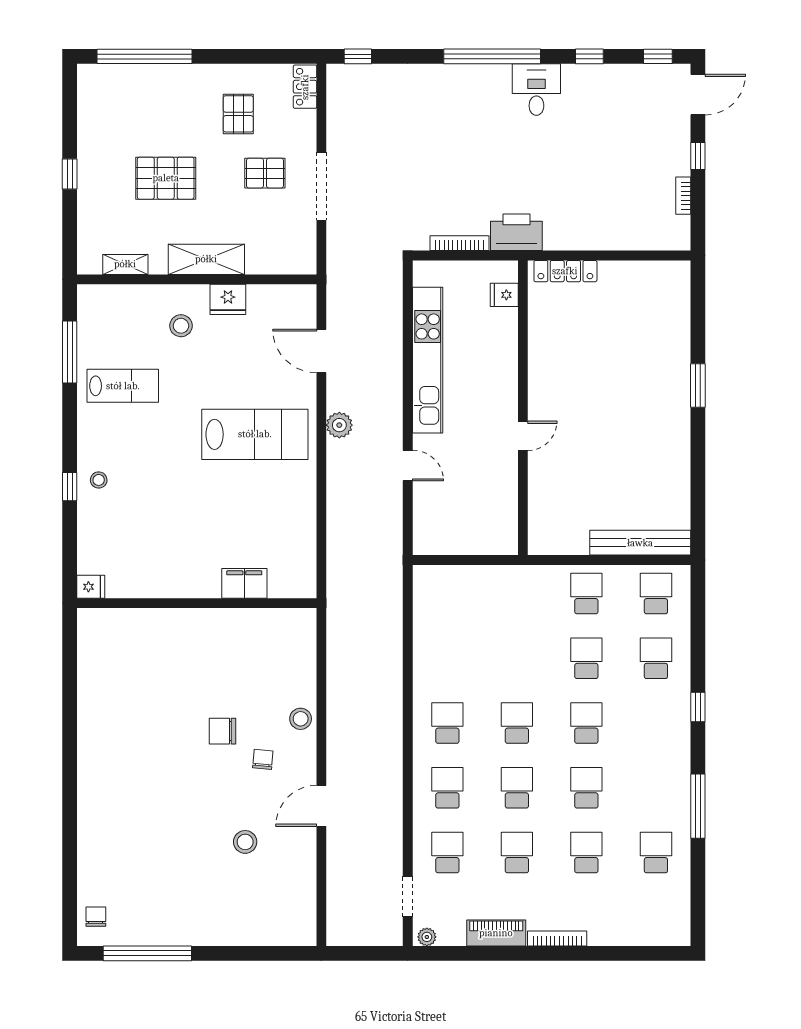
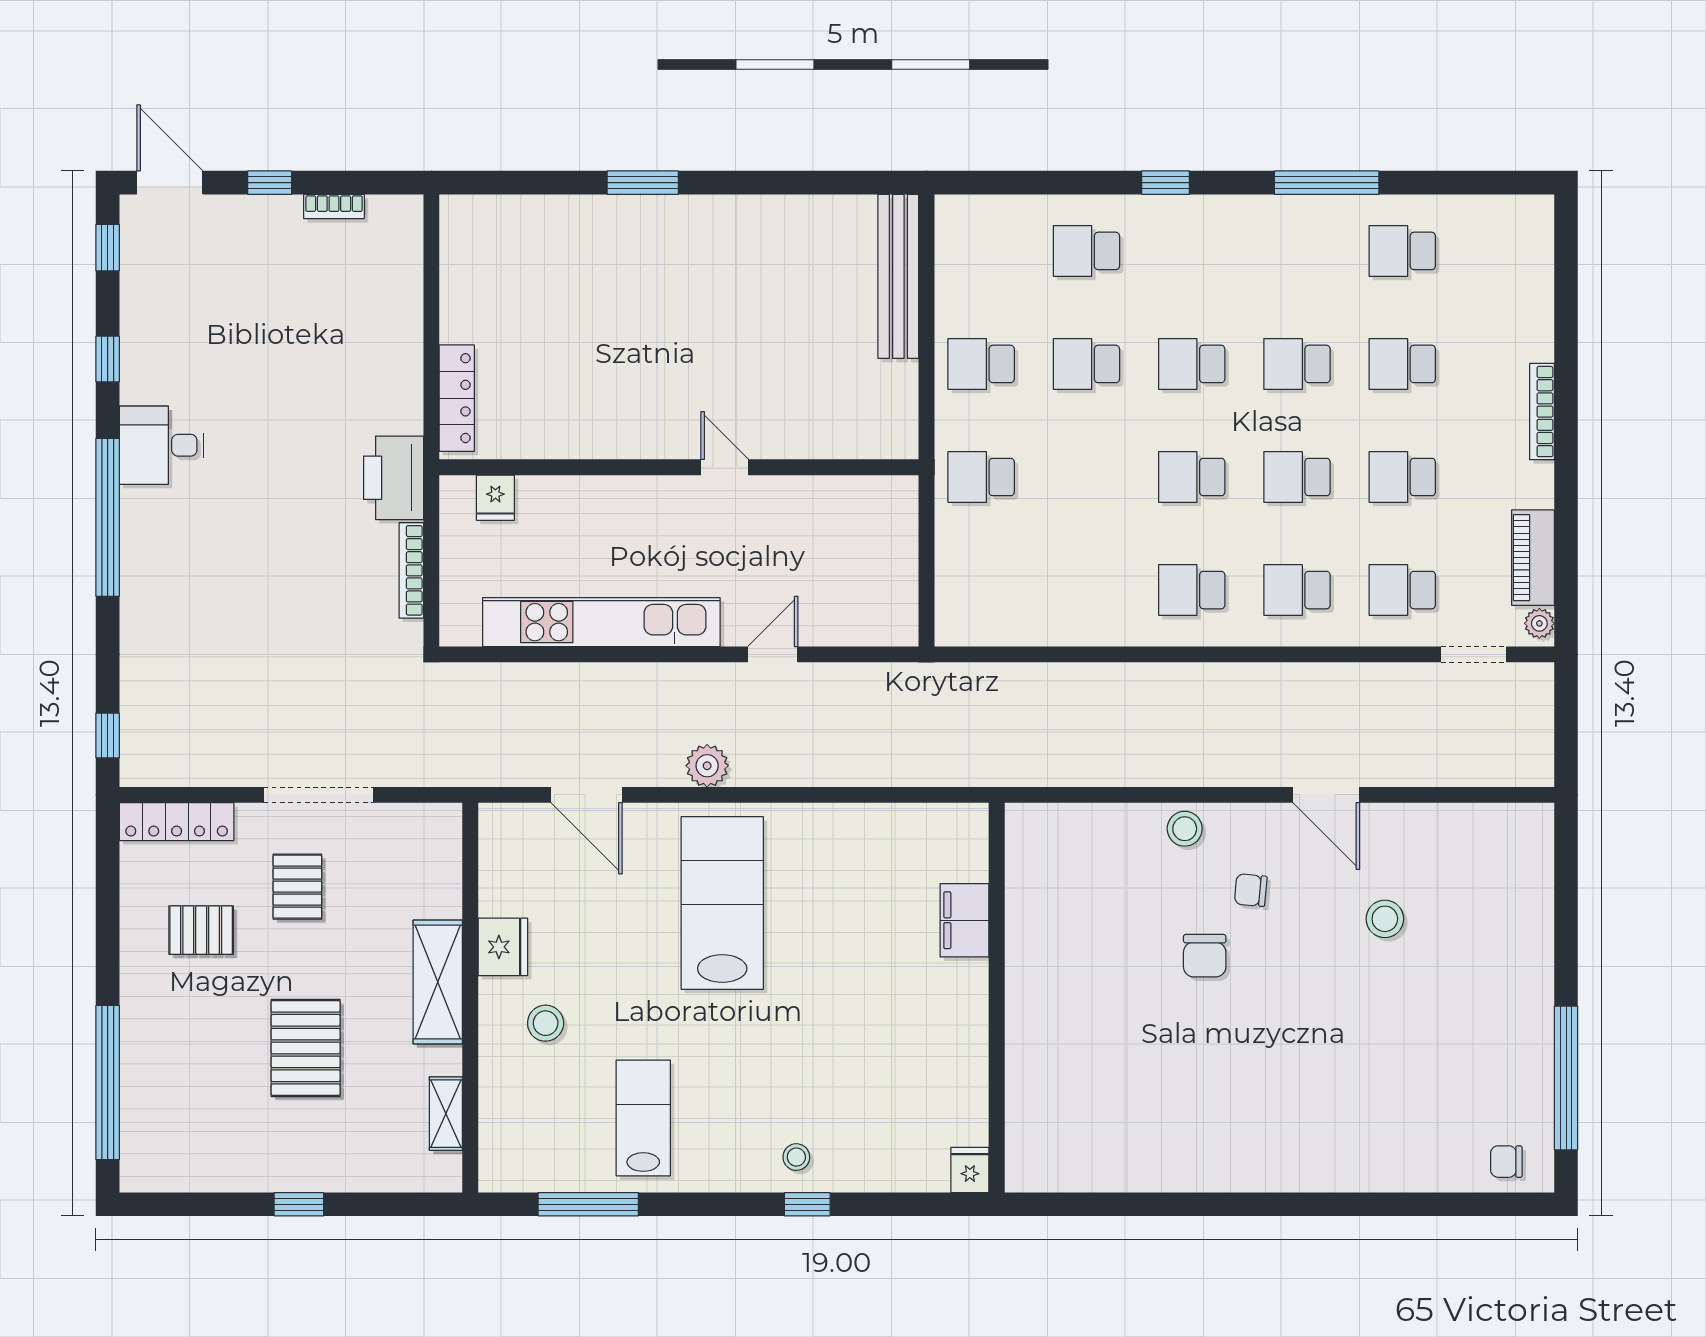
locker: (305, 87) -> (177, 822), width x1.53
door: (321, 351) -> (587, 795), hinge flipped
school desk: (656, 594) -> (981, 477), moved
piano: (496, 933) -> (1533, 558), moved

